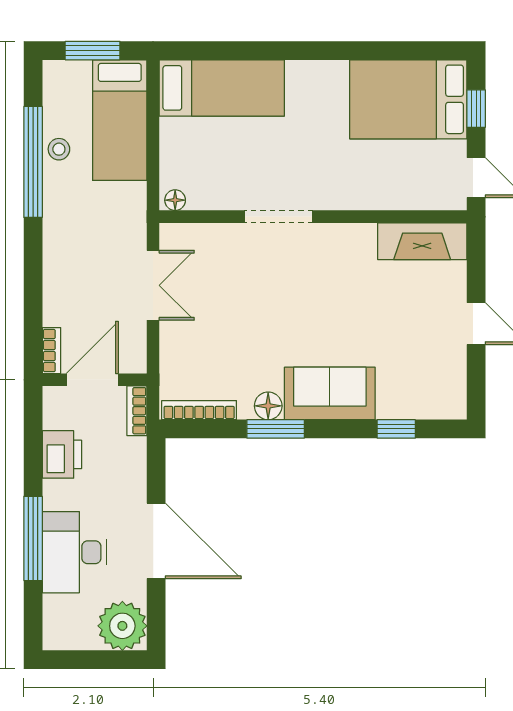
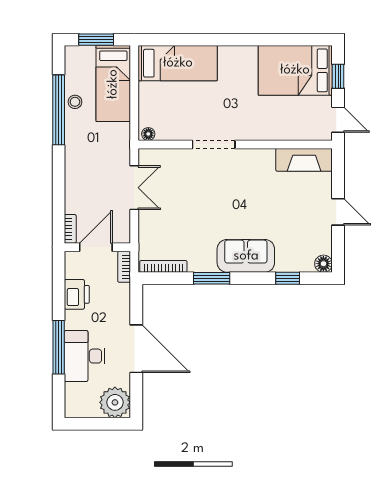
floor lamp: (268, 406) -> (323, 264), moved

